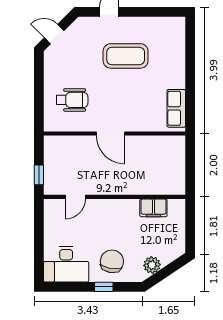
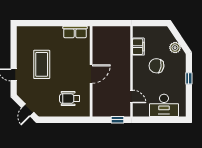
wheelchair: (72, 100) -> (70, 99), turned -90
chair: (112, 261) -> (156, 66), moved
desk: (66, 264) -> (164, 105), moved, turned 90

